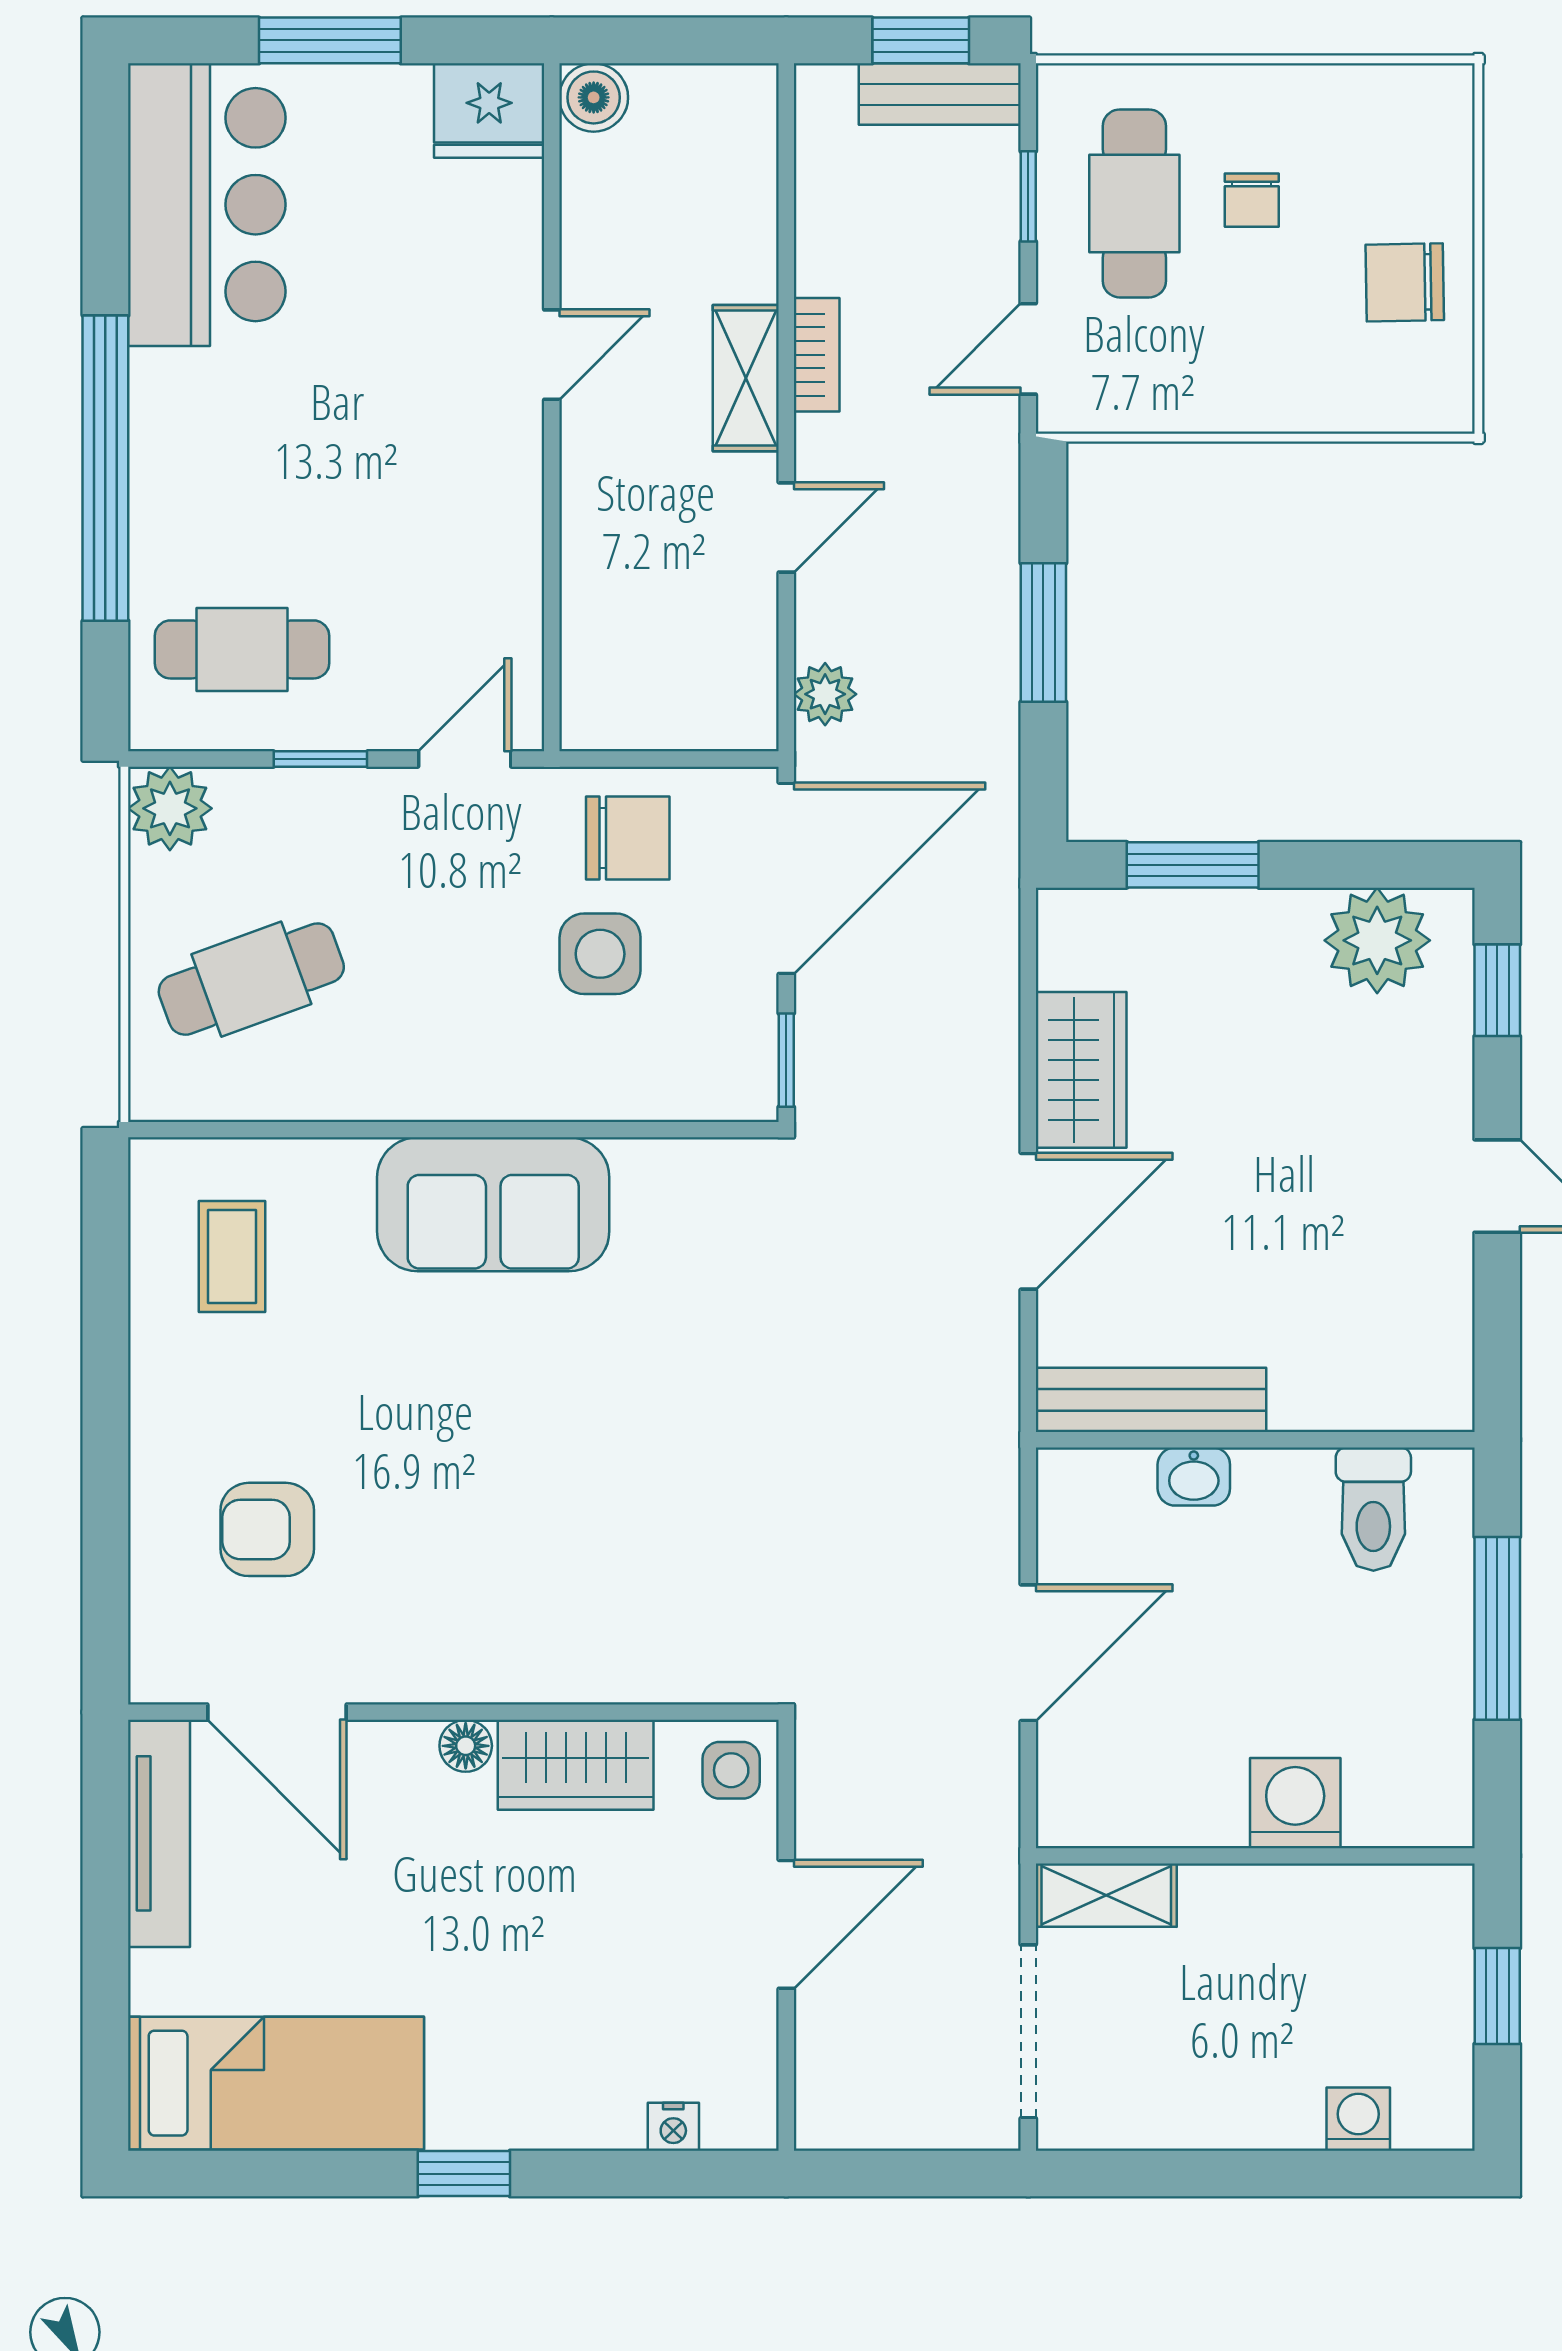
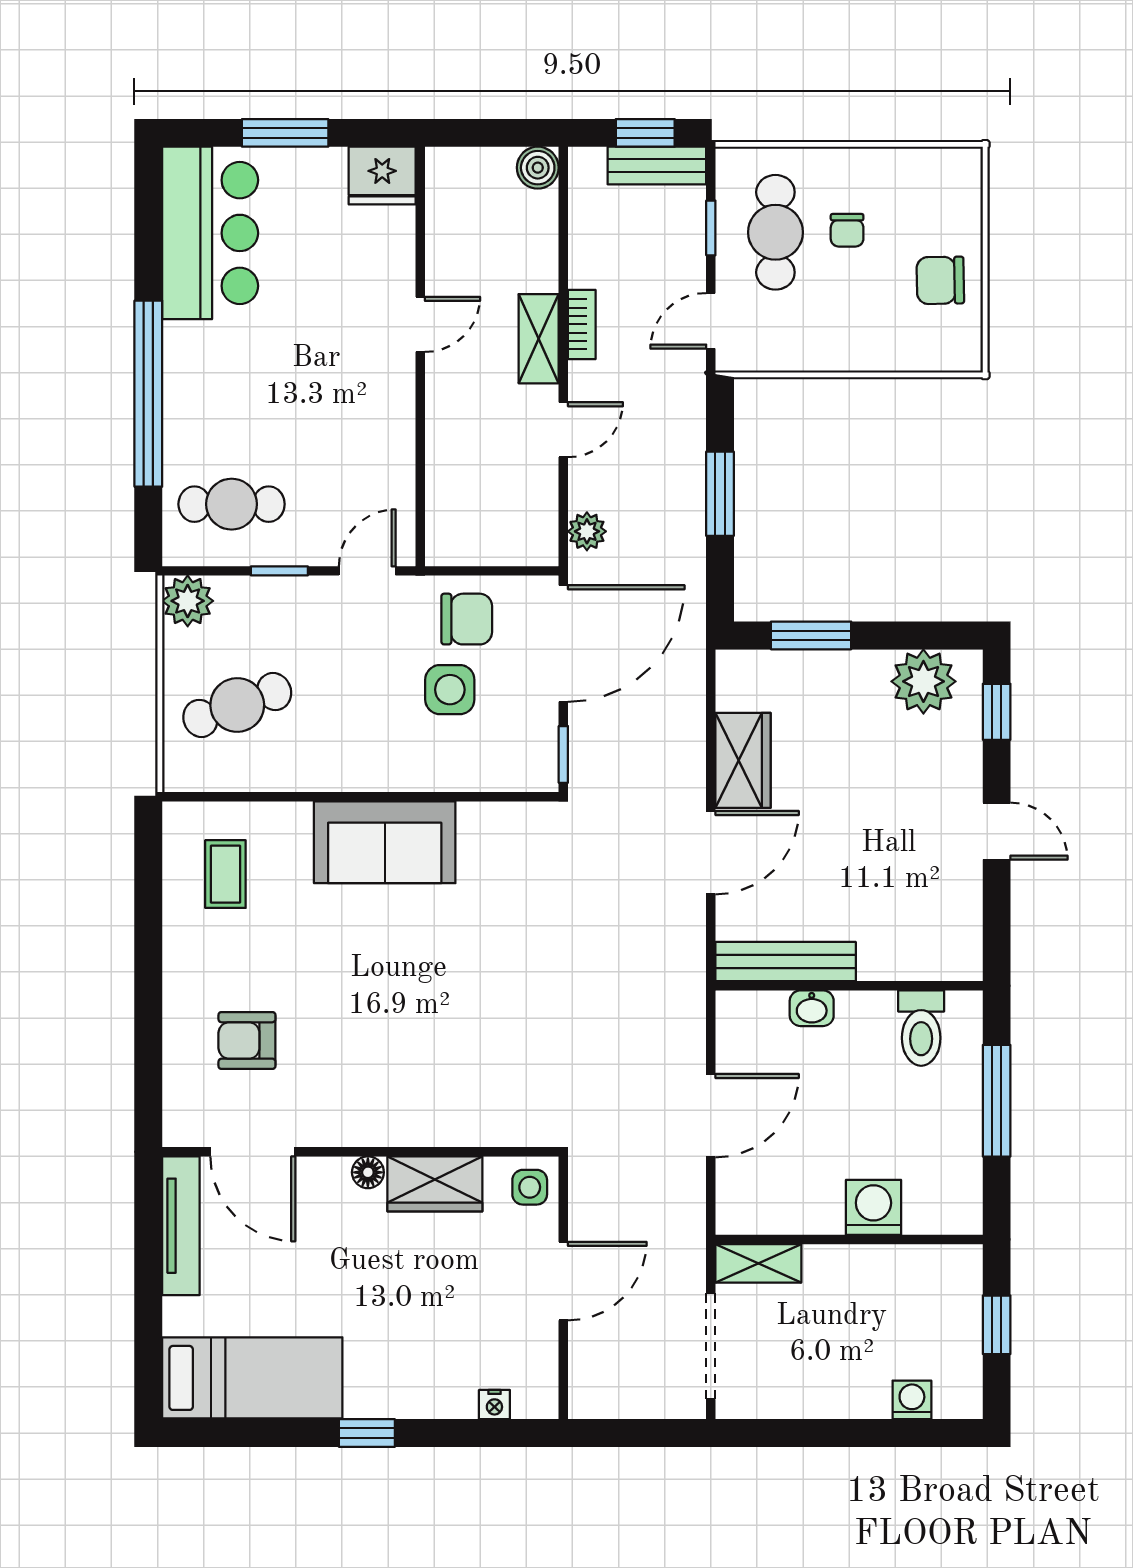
boiler: (594, 97) -> (538, 168), moved

